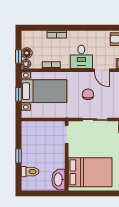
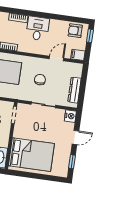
desk: (81, 57) -> (38, 28), moved, turned 180
door: (102, 70) -> (56, 58), swing flipped

